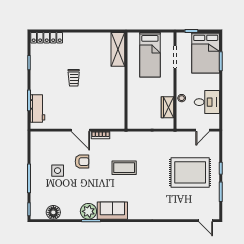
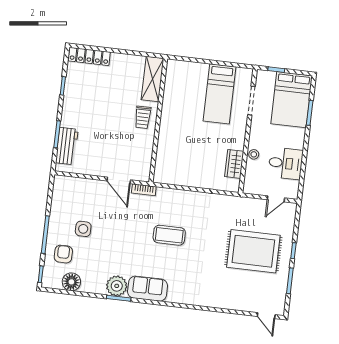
shelving: (118, 49) -> (152, 79), moved
trolley: (74, 78) -> (143, 117), moved
wall: (126, 81) -> (158, 120), moved
armchair: (82, 162) -> (63, 254), moved, turned -90

